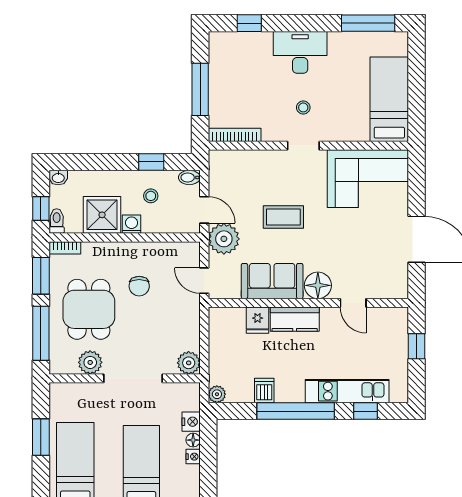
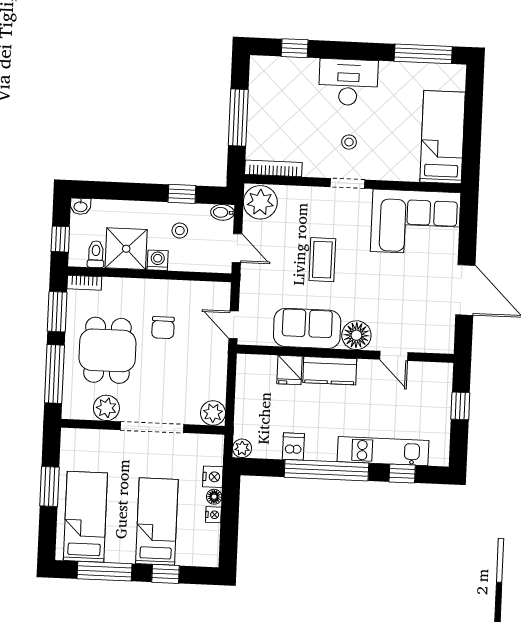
coffee table: (283, 217) -> (322, 260), turned 90
toilet: (57, 221) -> (96, 254), moved
plant: (224, 239) -> (260, 202), moved

